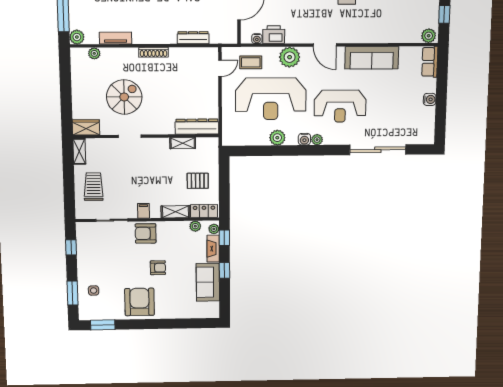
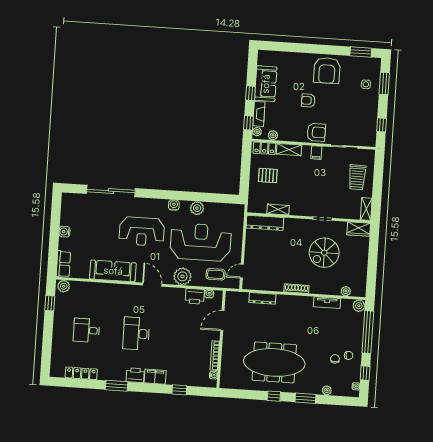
reception desk: (340, 106) -> (142, 231), turned 180
plant: (317, 140) -> (163, 204), removed

